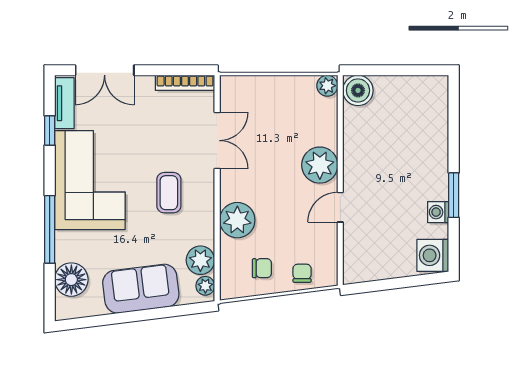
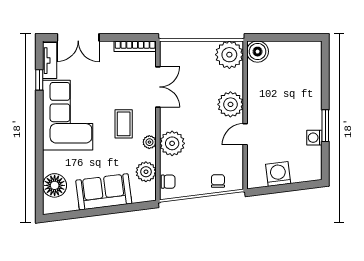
plant: (327, 86) -> (229, 55), width x1.88, depth x1.88
window: (50, 229) -> (39, 150), removed
washing machine: (433, 255) -> (278, 174), moved, turned 83
chair: (262, 268) -> (168, 182), moved
plant: (205, 286) -> (149, 142), moved

